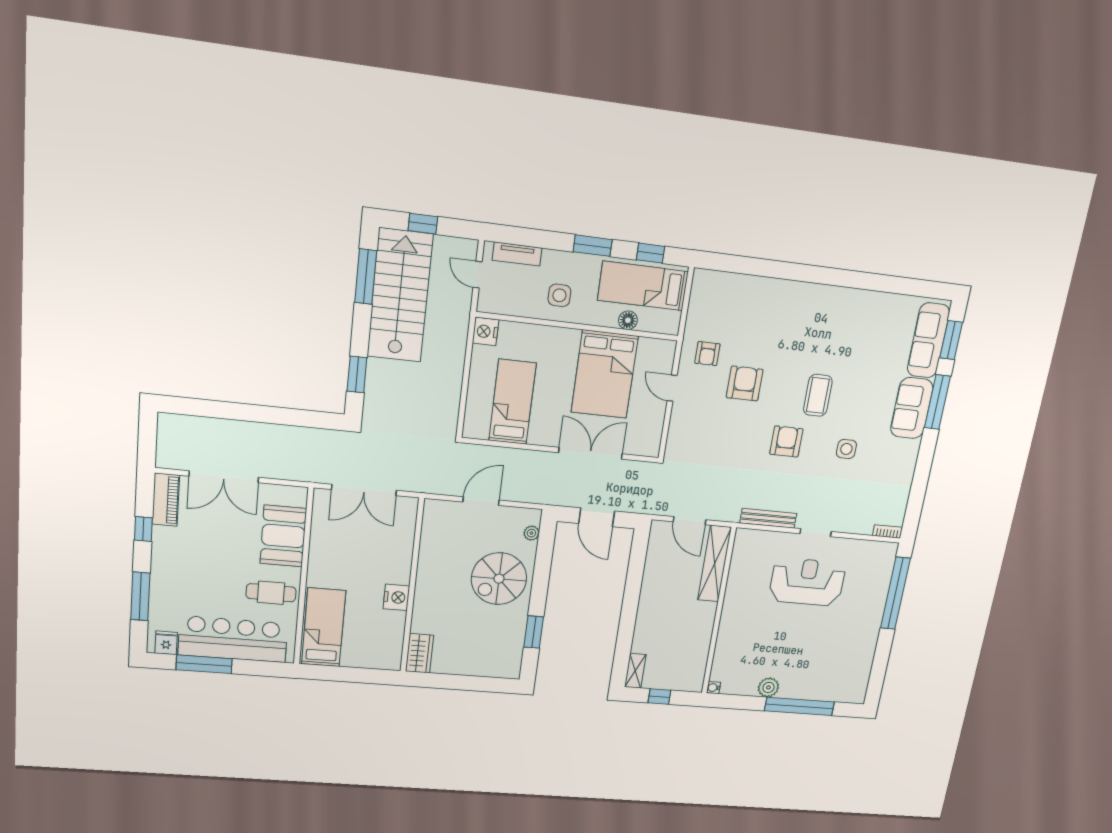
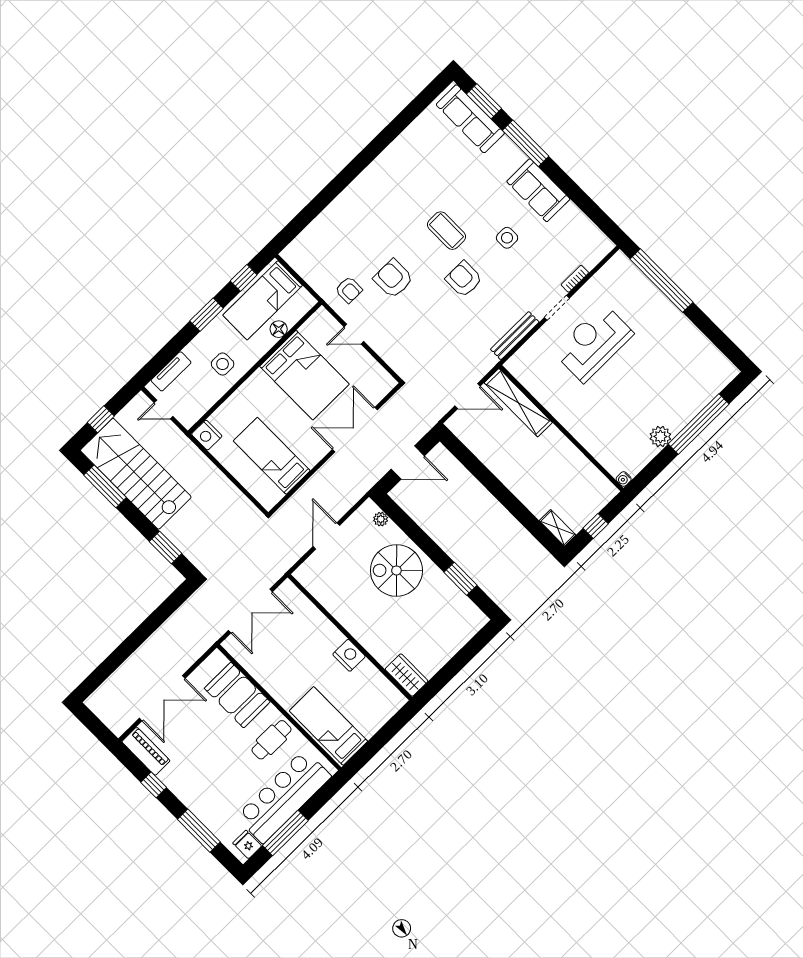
sofa: (912, 408) -> (538, 190), moved
bookcase: (887, 531) -> (575, 279), moved
spiral stairs: (499, 579) -> (396, 570), turned 90

